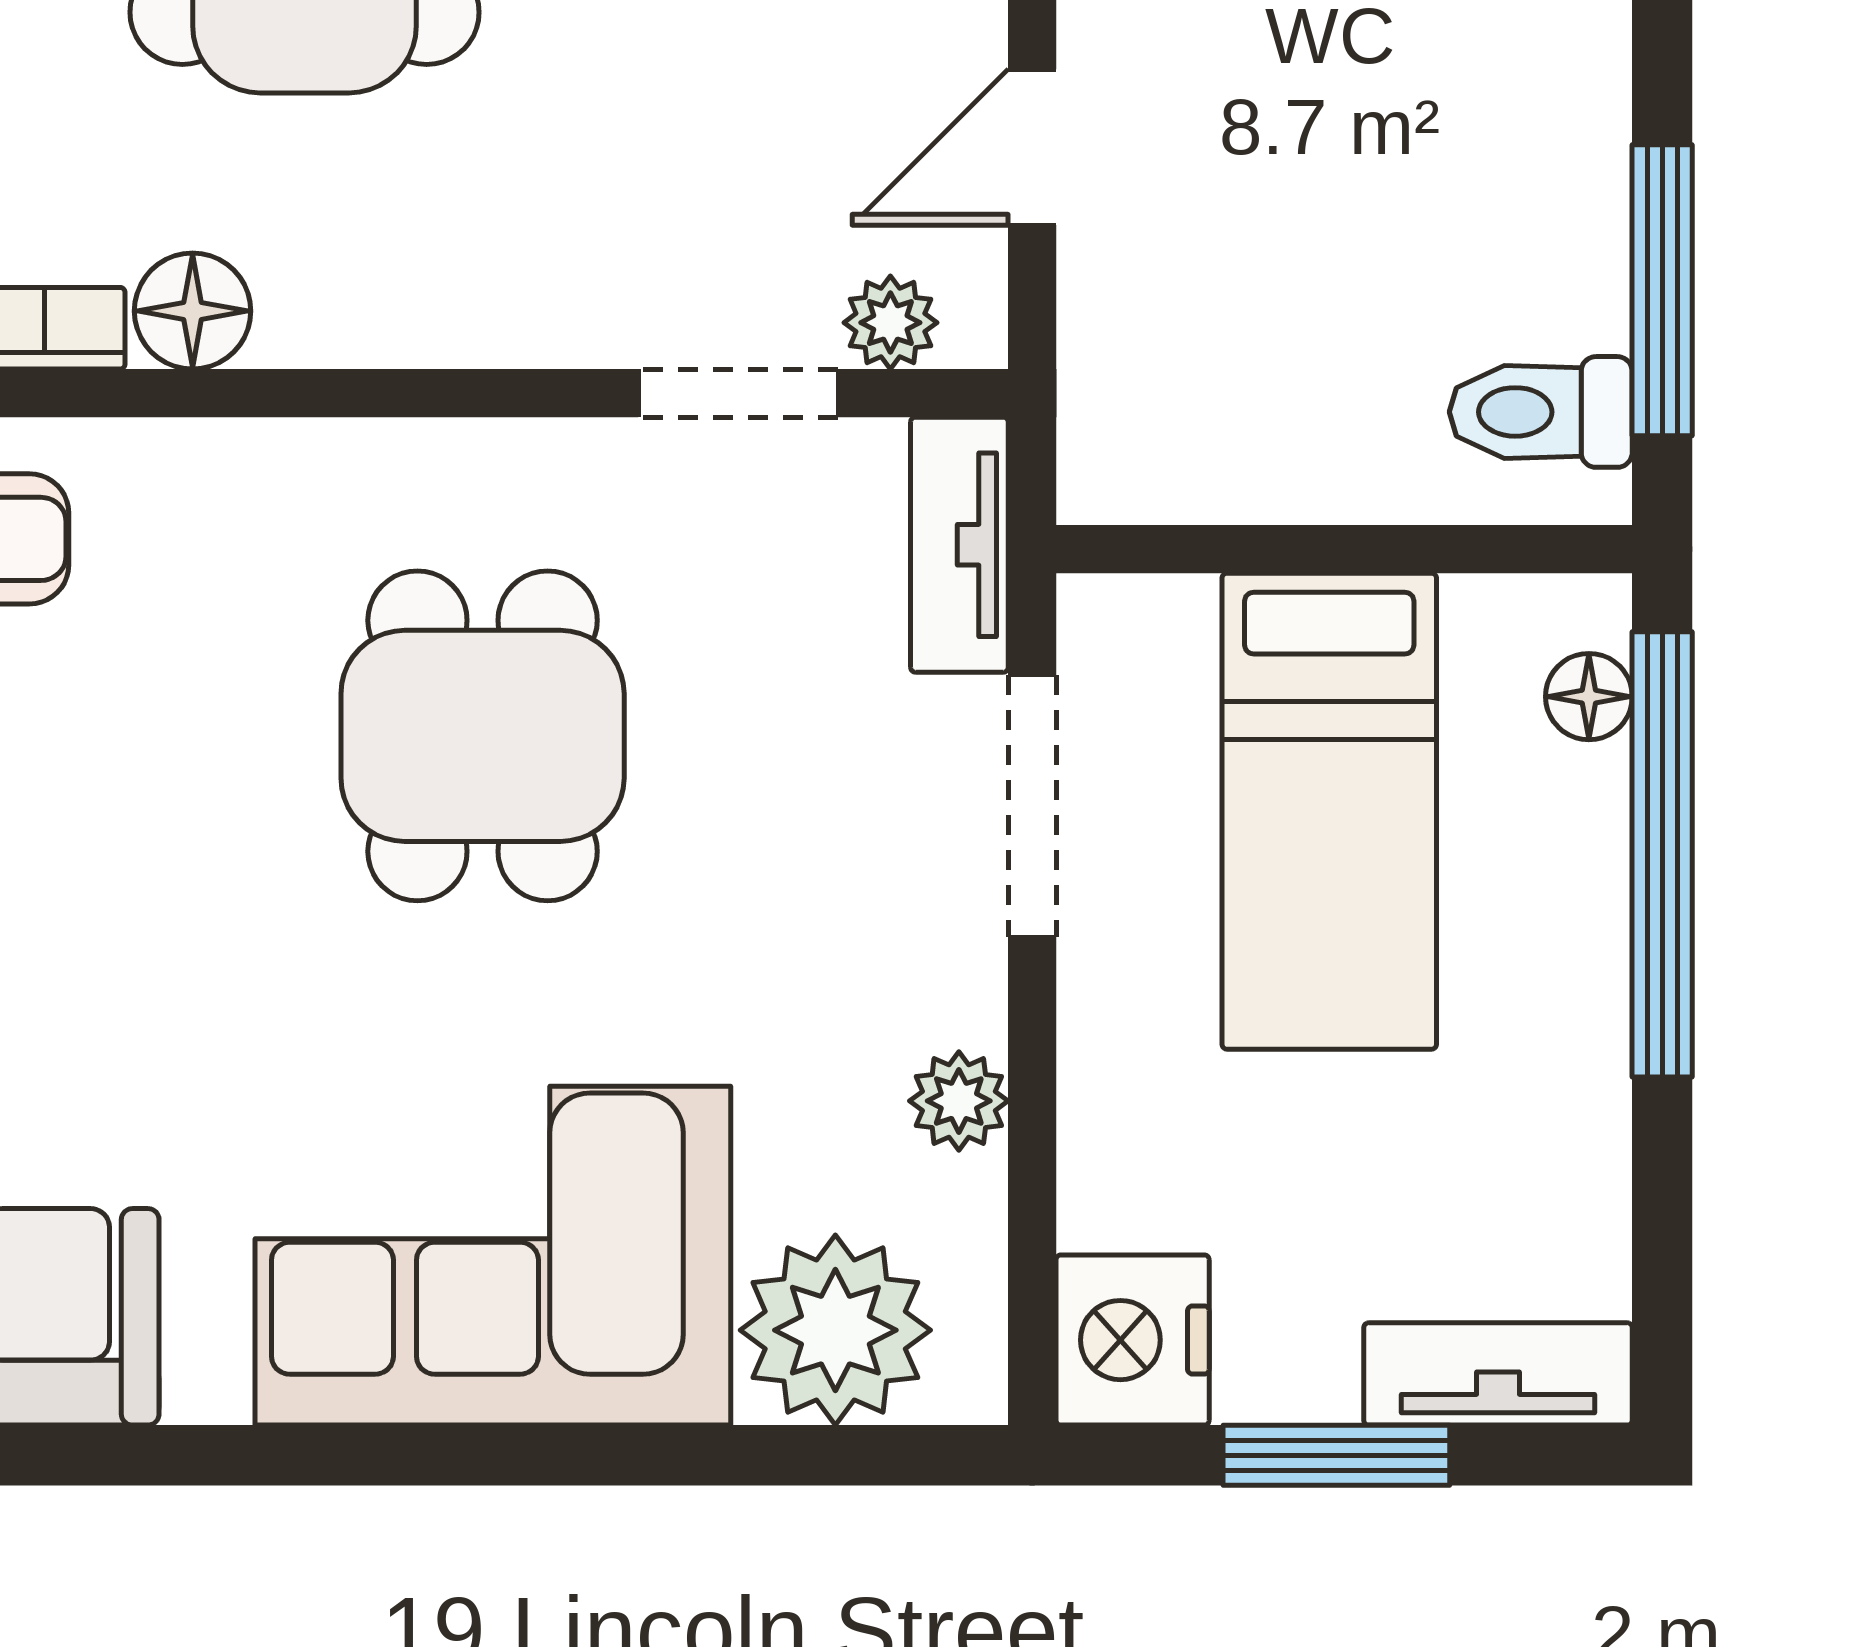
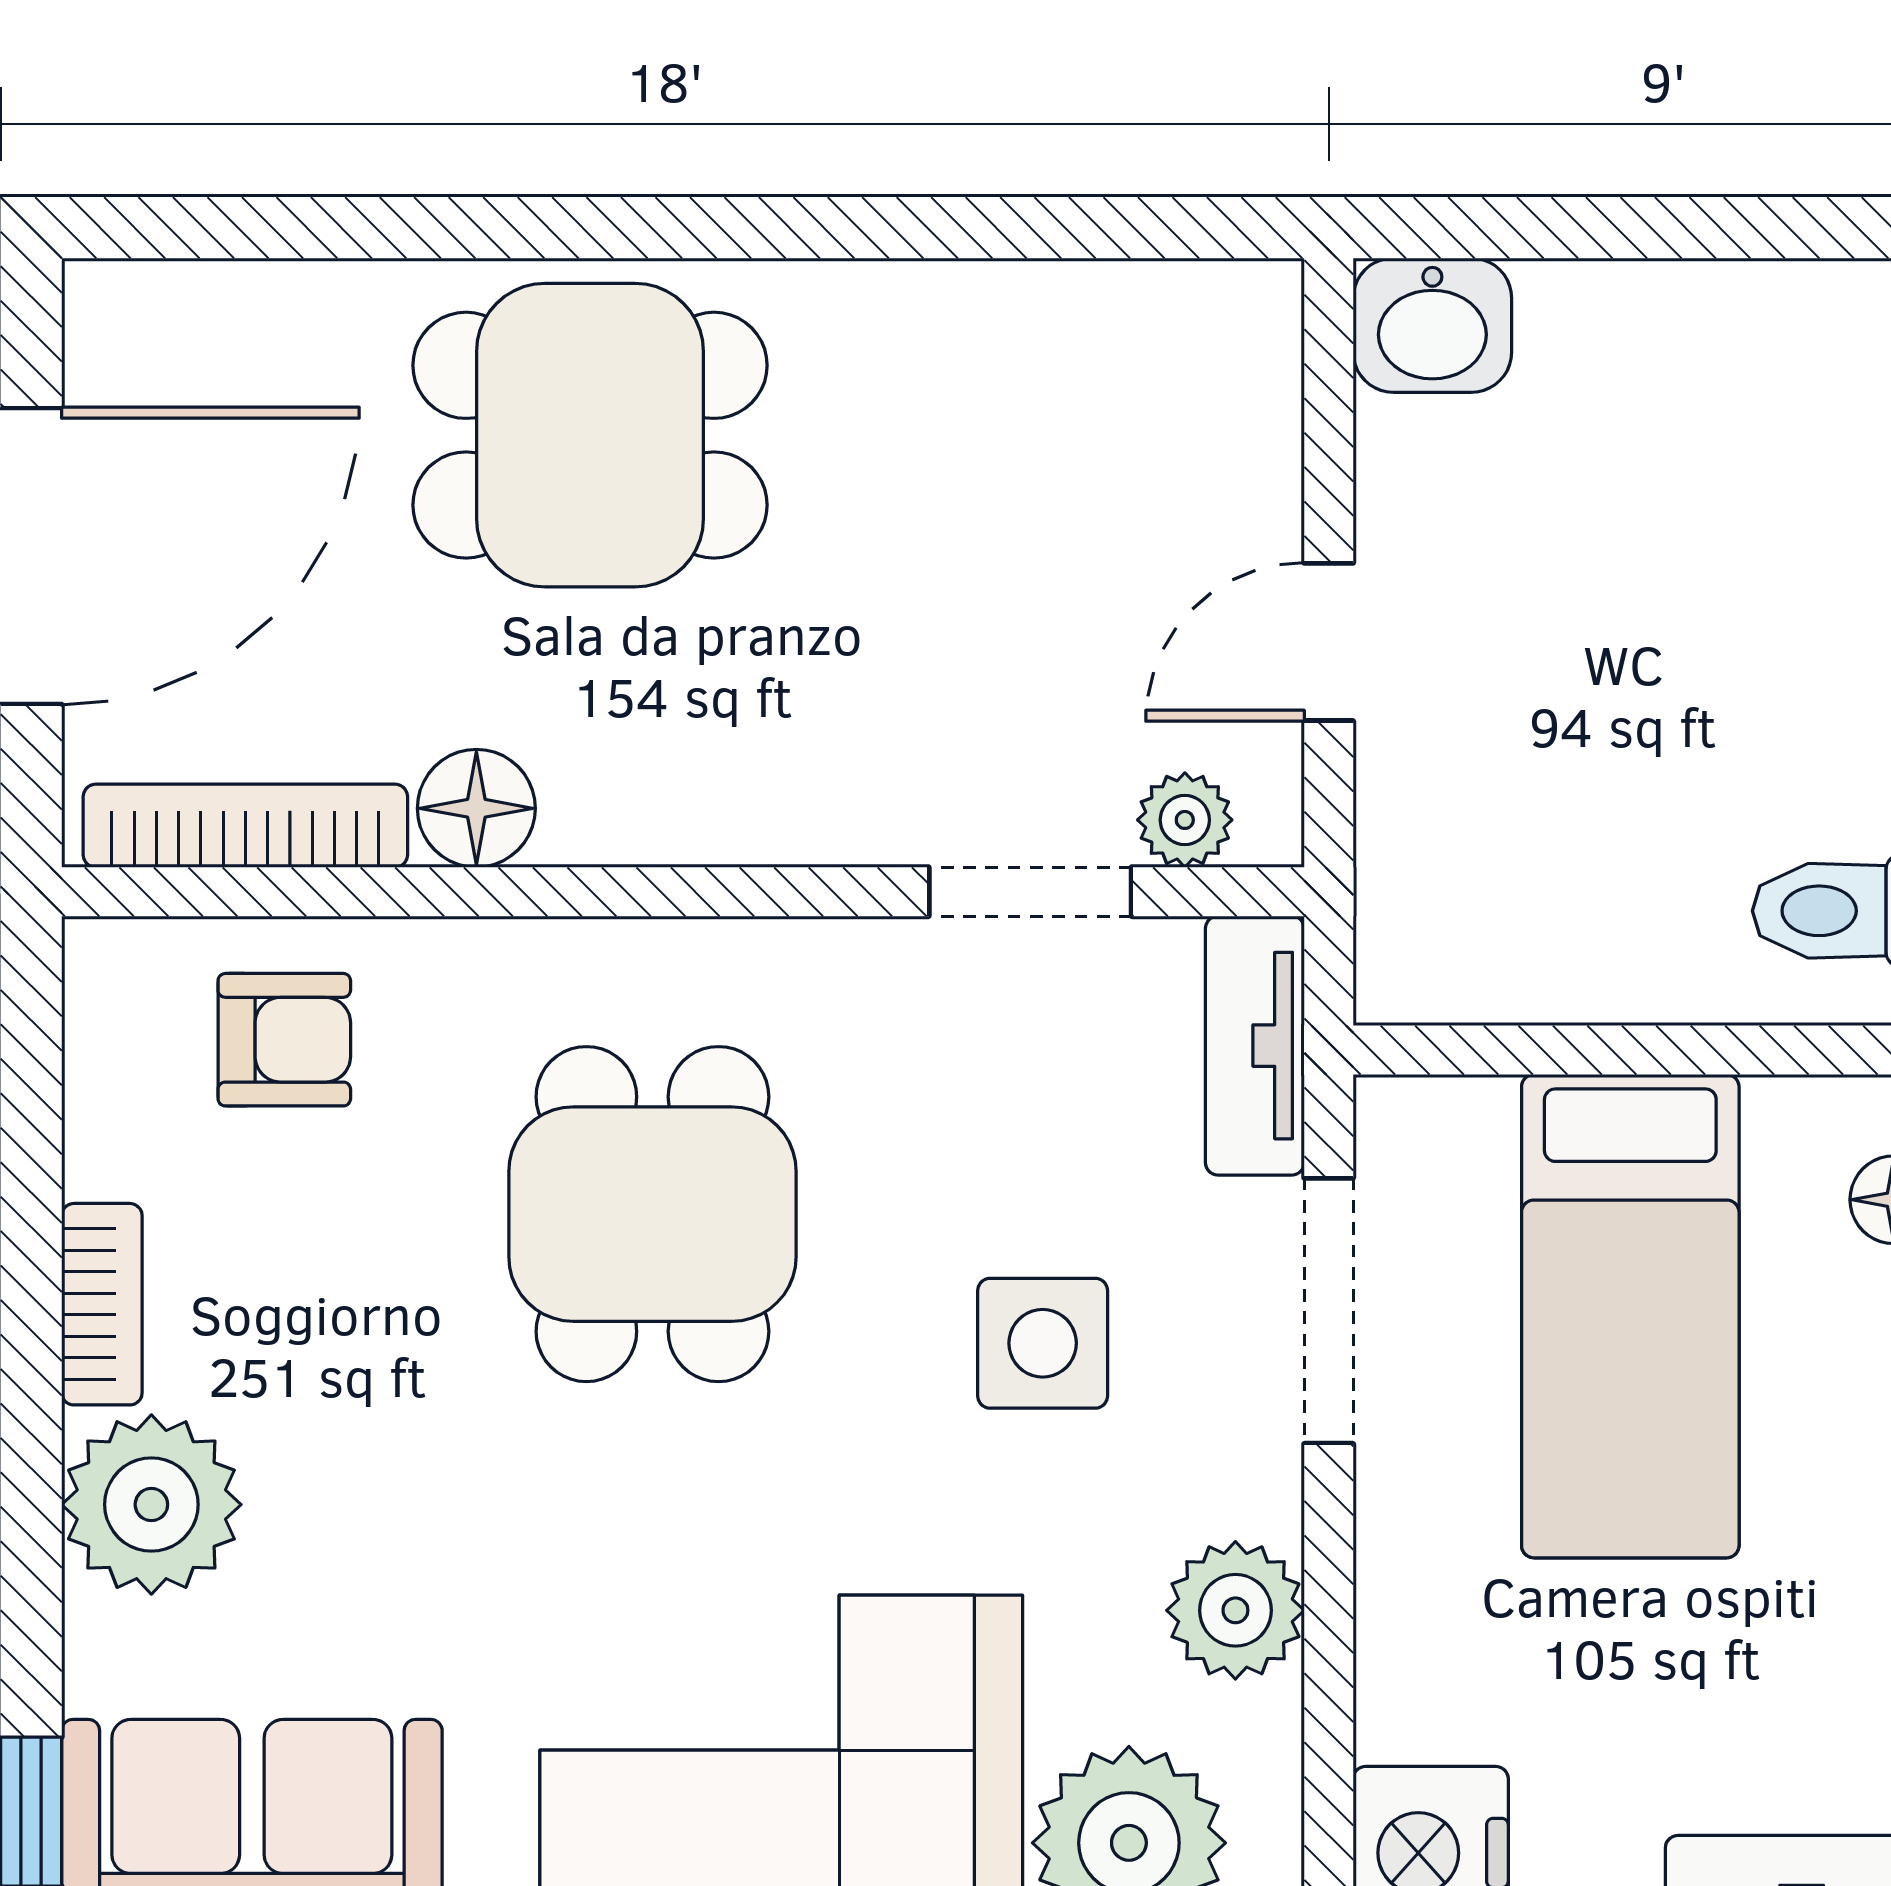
dining table: (483, 736) -> (652, 1214), moved
side table: (750, 838) -> (1043, 1343), added
plant: (959, 1101) -> (1235, 1610), width x1.38, depth x1.38

